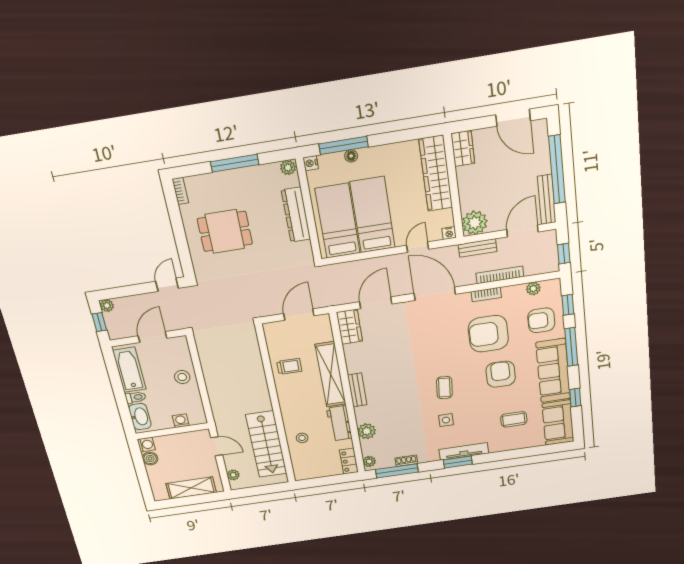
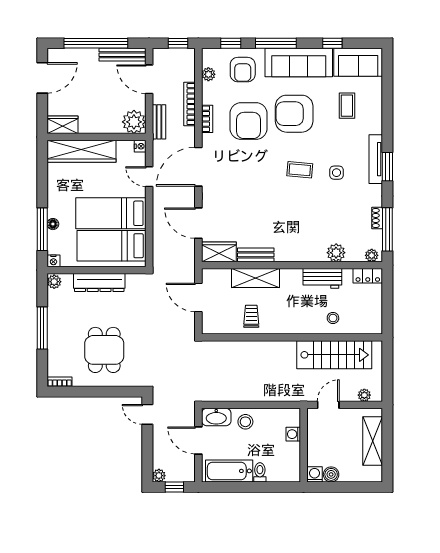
shelving: (331, 374) -> (256, 278), width x0.68
armchair: (501, 374) -> (294, 114), width x1.36, depth x1.36
bench: (357, 390) -> (256, 255), moved
washbasin: (140, 417) -> (216, 417), moved, turned 180

